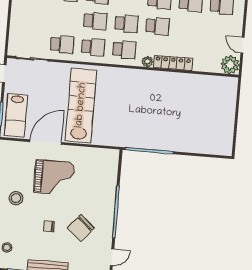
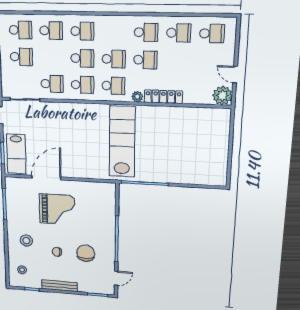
school desk: (33, 16) -> (21, 57), added
lab bench: (81, 105) -> (122, 142), moved
stool: (16, 198) -> (26, 241), moved
chair: (81, 228) -> (86, 253), turned 139

